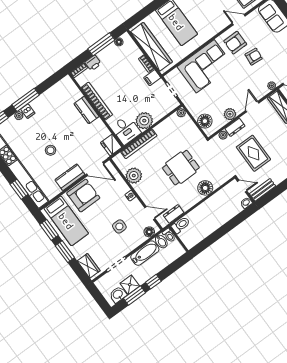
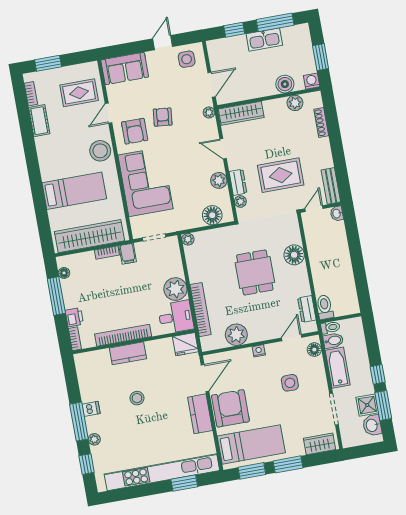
stool: (211, 26) -> (100, 151), added
dishwasher: (28, 111) -> (91, 409), moved
stool: (51, 150) -> (137, 398), moved

